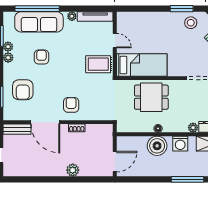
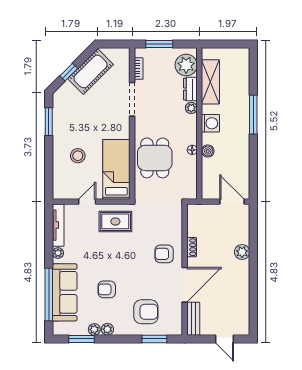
stool: (191, 23) -> (78, 156), moved
rug: (98, 64) -> (115, 221), turned 90
boiler: (157, 146) -> (208, 151), width x0.54, depth x0.54

